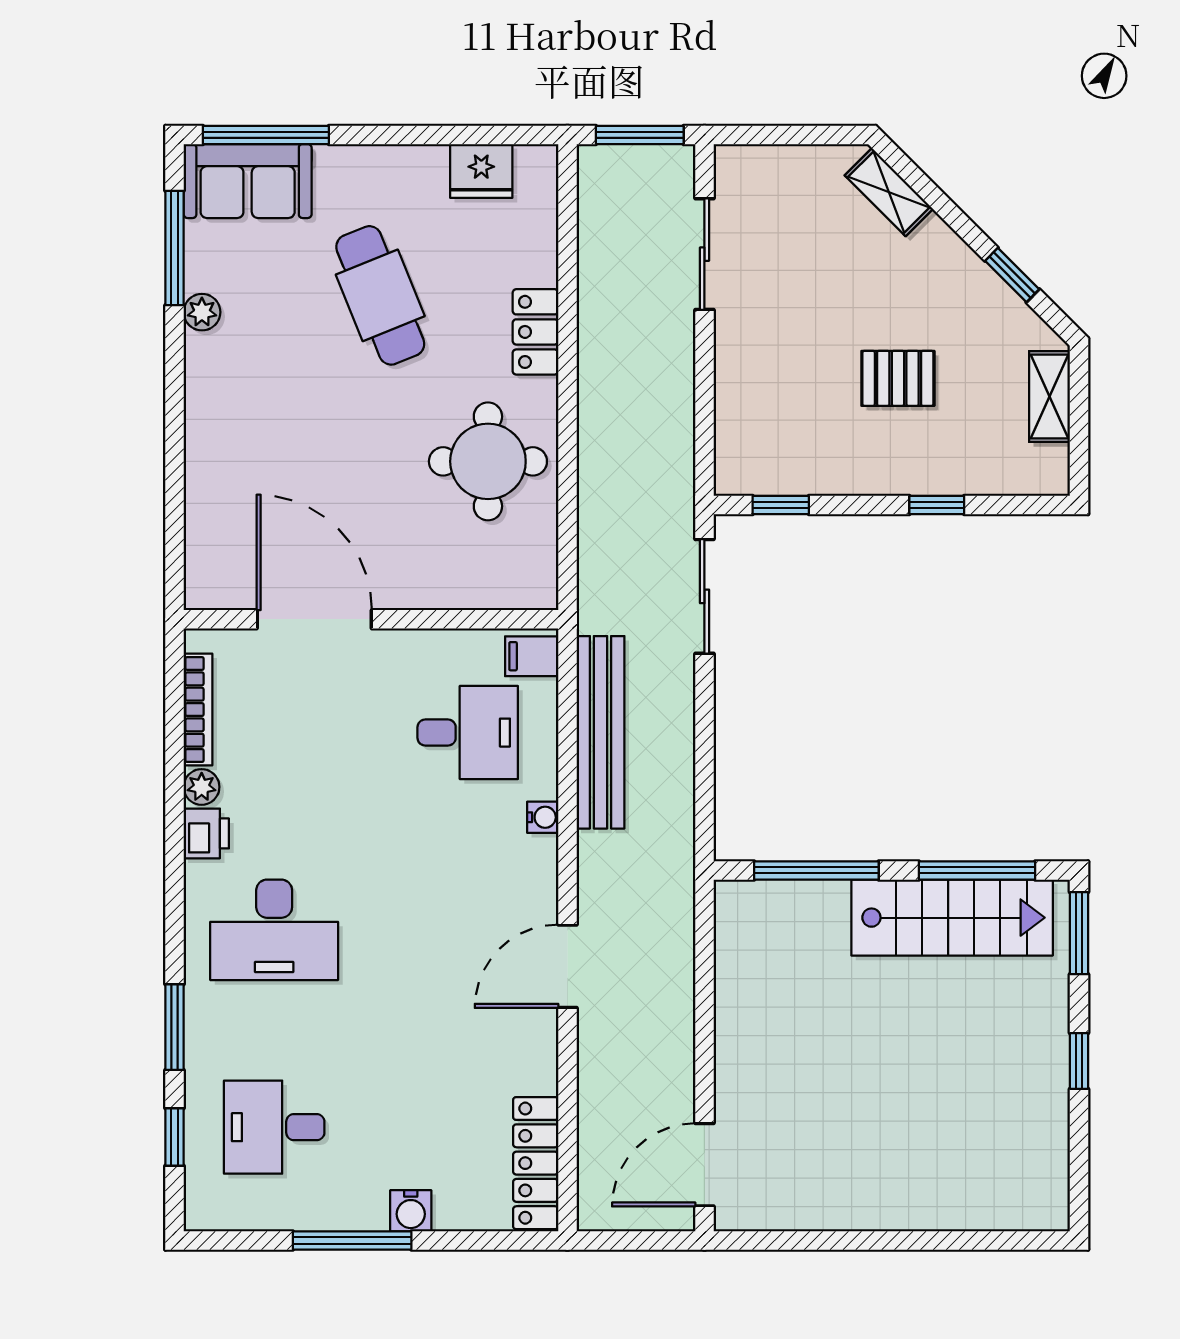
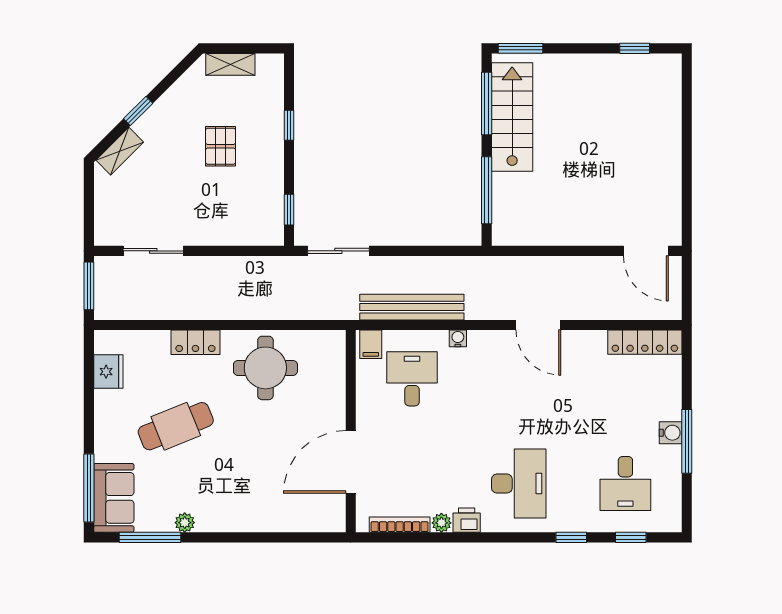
window: (1012, 275) -> (138, 111), moved
window: (174, 1027) -> (571, 537), width x0.67
window: (1079, 1061) -> (635, 48), moved
water cooler: (411, 1211) -> (671, 433), moved

